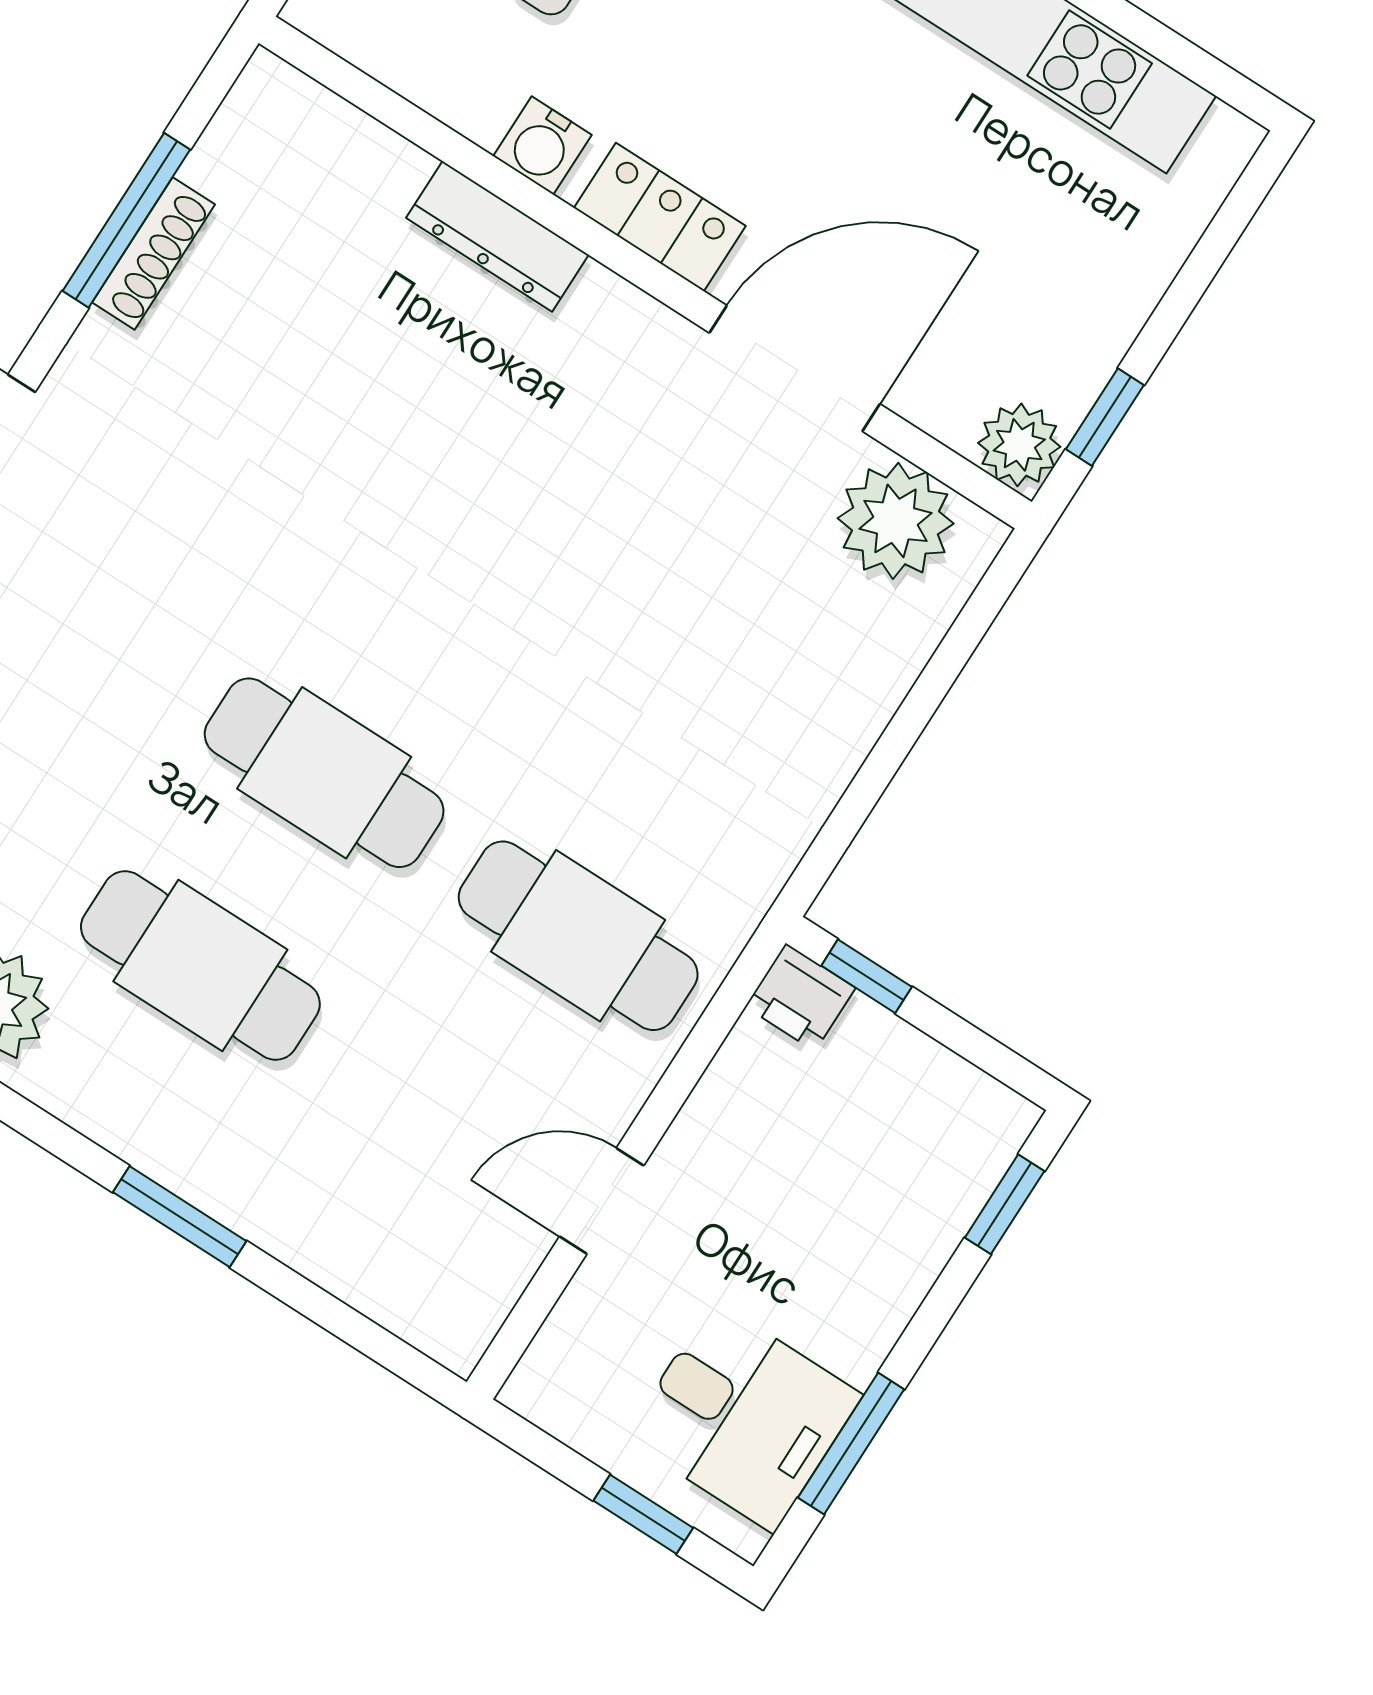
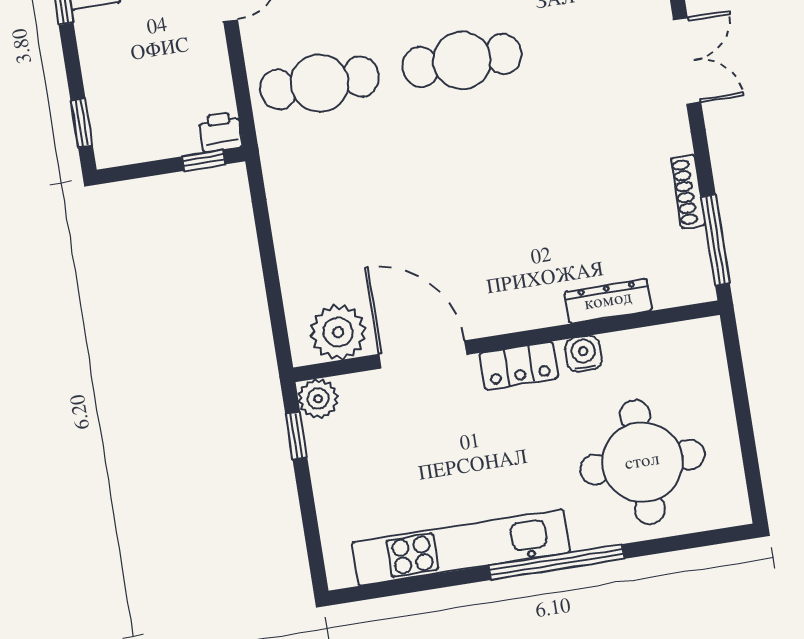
window: (126, 220) -> (715, 240), moved
dresser: (497, 236) -> (608, 301), moved
door: (795, 368) -> (423, 354), swing flipped

